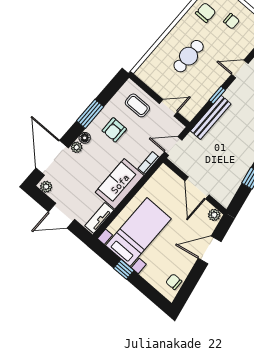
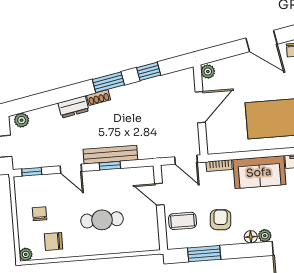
coffee table: (137, 105) -> (182, 221), turned 90
window: (90, 114) -> (204, 254), moved
bench: (211, 117) -> (110, 155), moved
armchair: (114, 130) -> (221, 220), turned -85
door: (210, 250) -> (261, 41), moved

